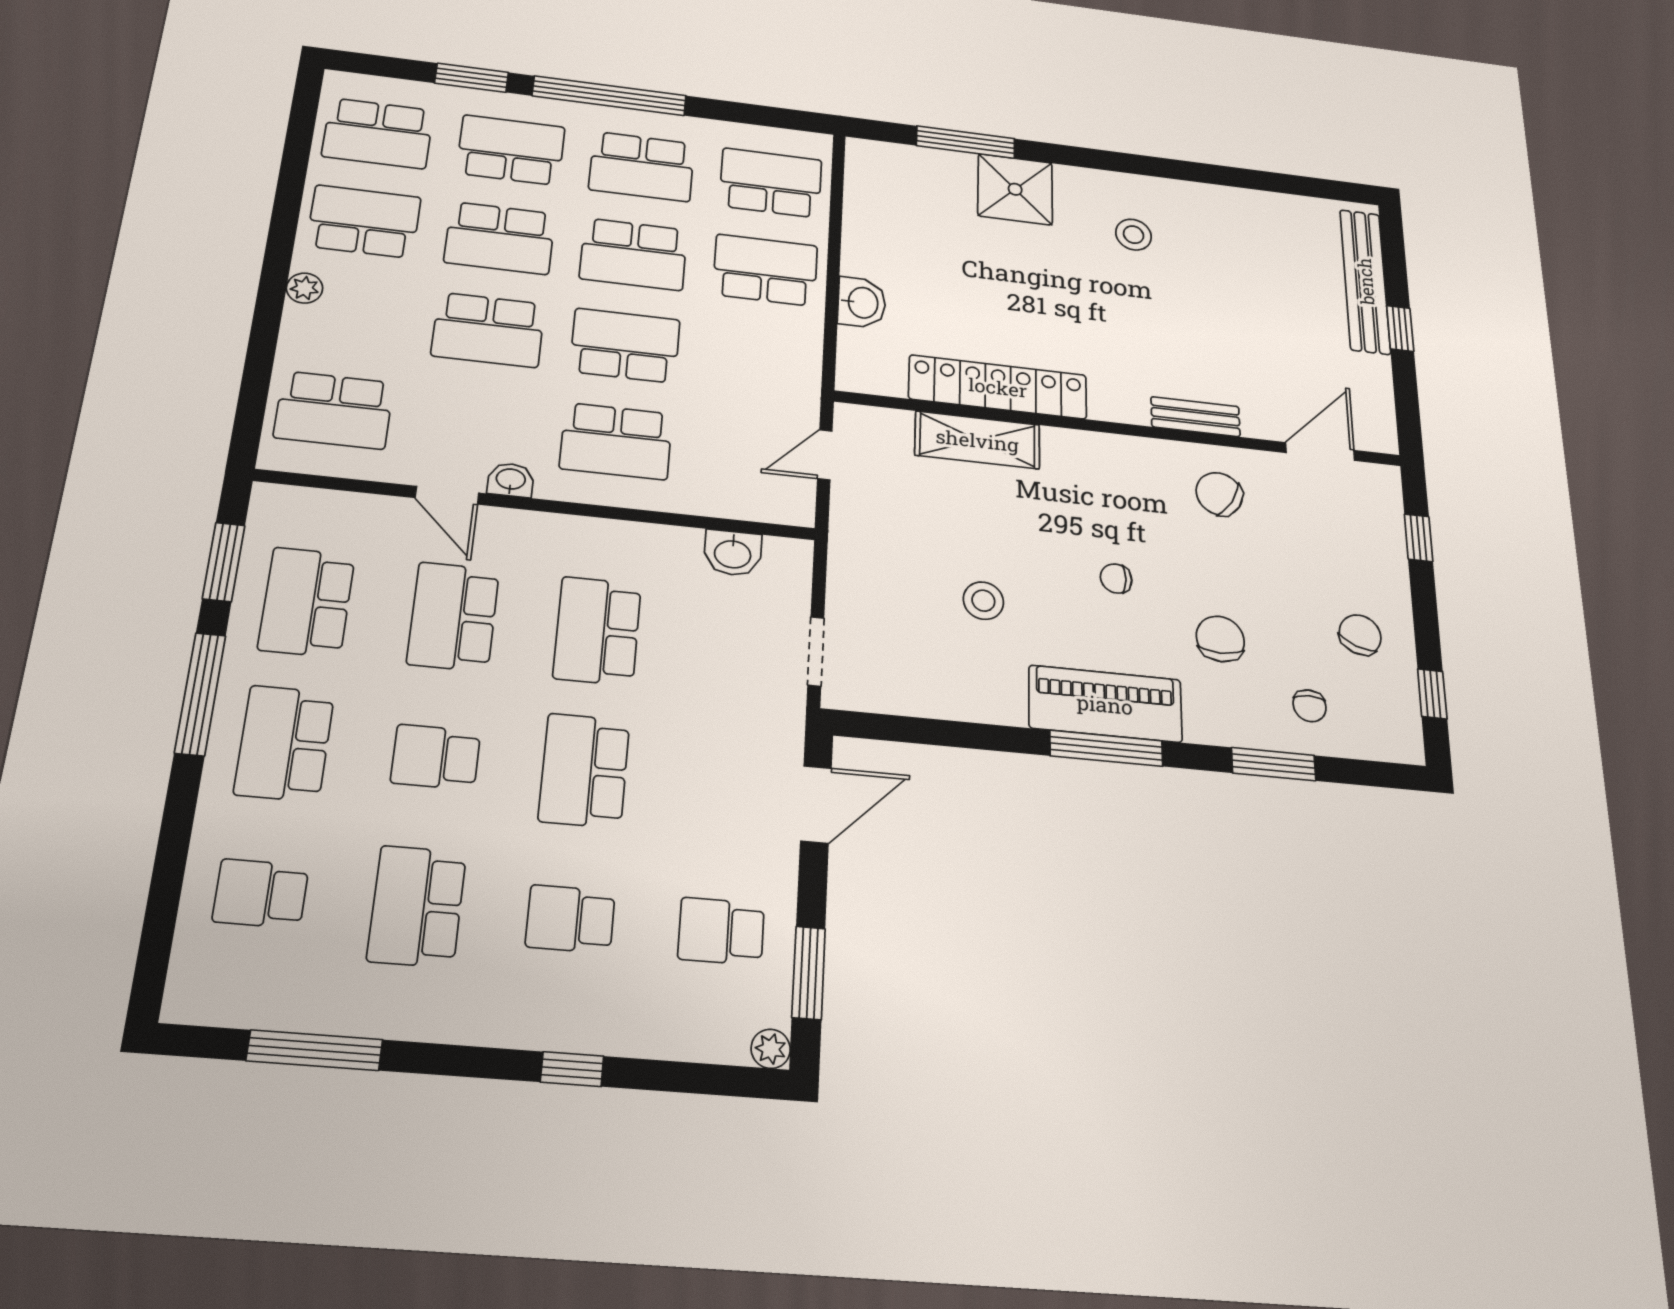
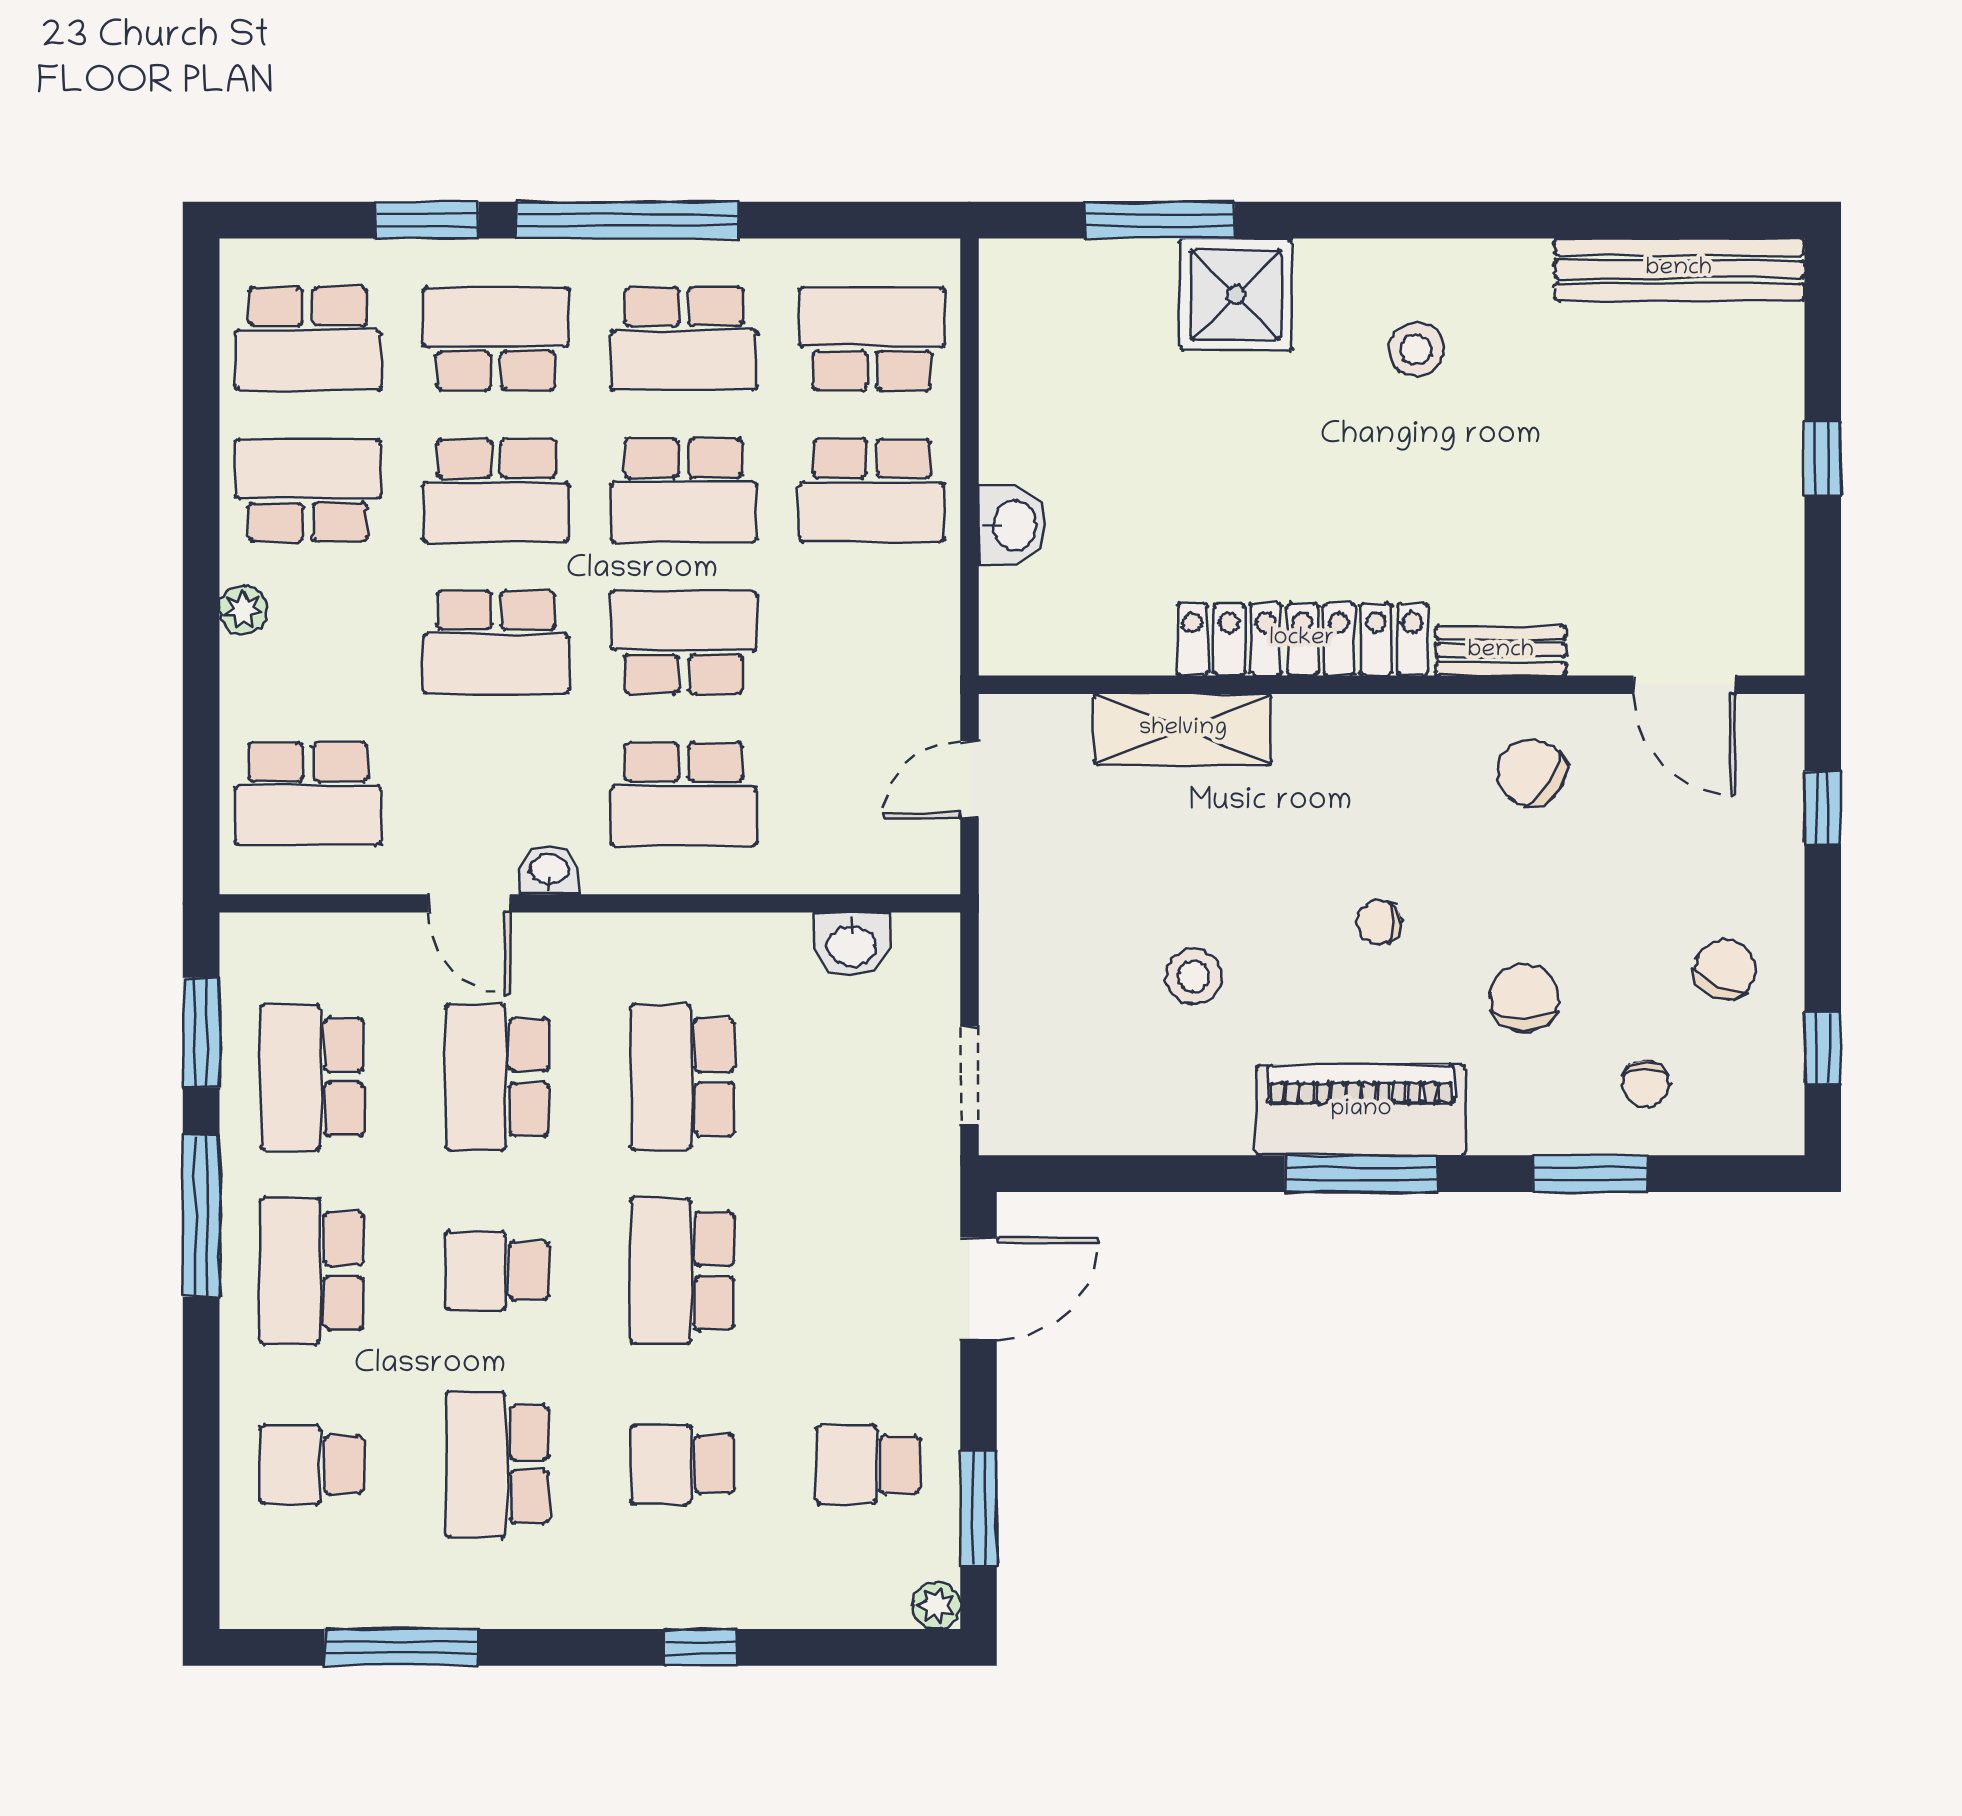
school desk: (765, 270) -> (872, 490), turned 180
bench: (1365, 281) -> (1679, 269), moved, turned 90
locker: (998, 387) -> (1302, 639), moved
door: (1320, 451) -> (1685, 685), swing flipped

